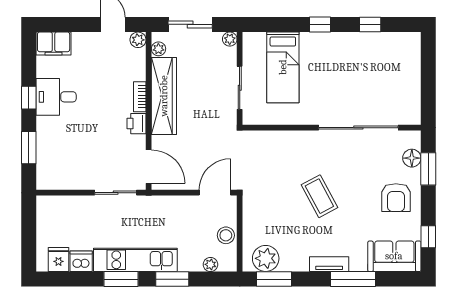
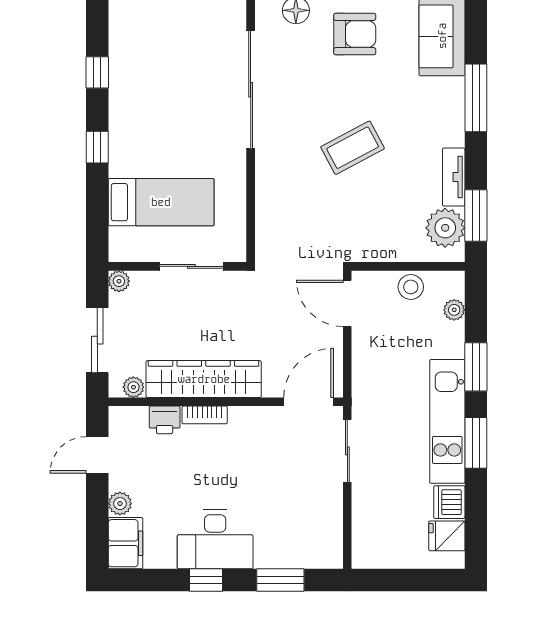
plant: (138, 40) -> (120, 504), moved
desk: (56, 97) -> (215, 539), width x1.37
printer: (137, 124) -> (165, 420), moved
tv unit: (329, 264) -> (454, 177), moved

